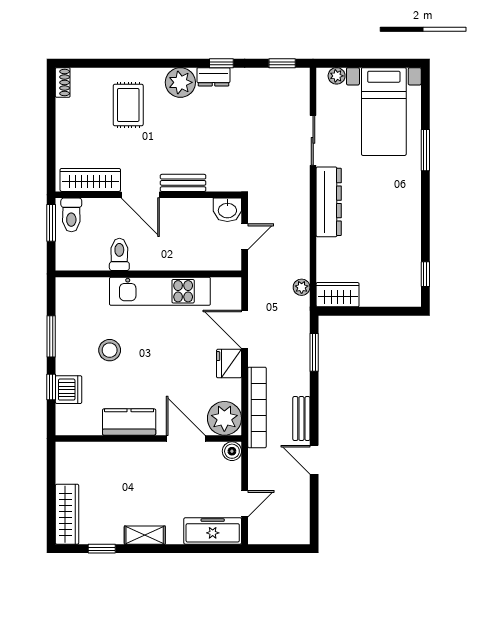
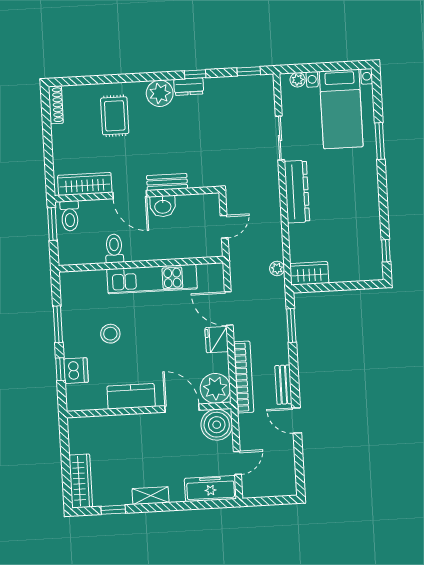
shoe rack: (63, 82) -> (56, 105), width x1.43
washbasin: (227, 210) -> (163, 206), moved
boiler: (232, 451) -> (217, 425), width x1.86, depth x1.86

